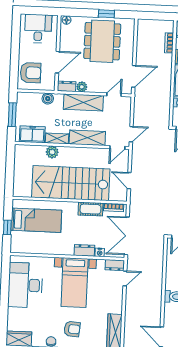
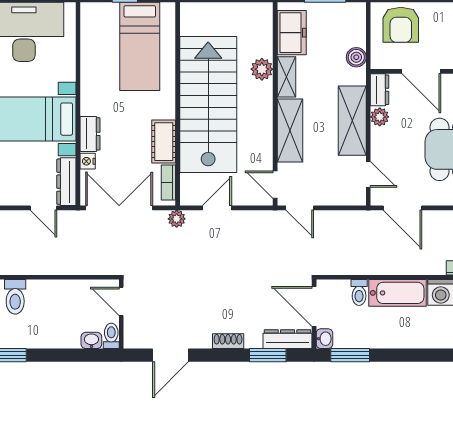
plant: (134, 204) -> (177, 219), added
dresser: (115, 265) -> (66, 182), width x1.44

